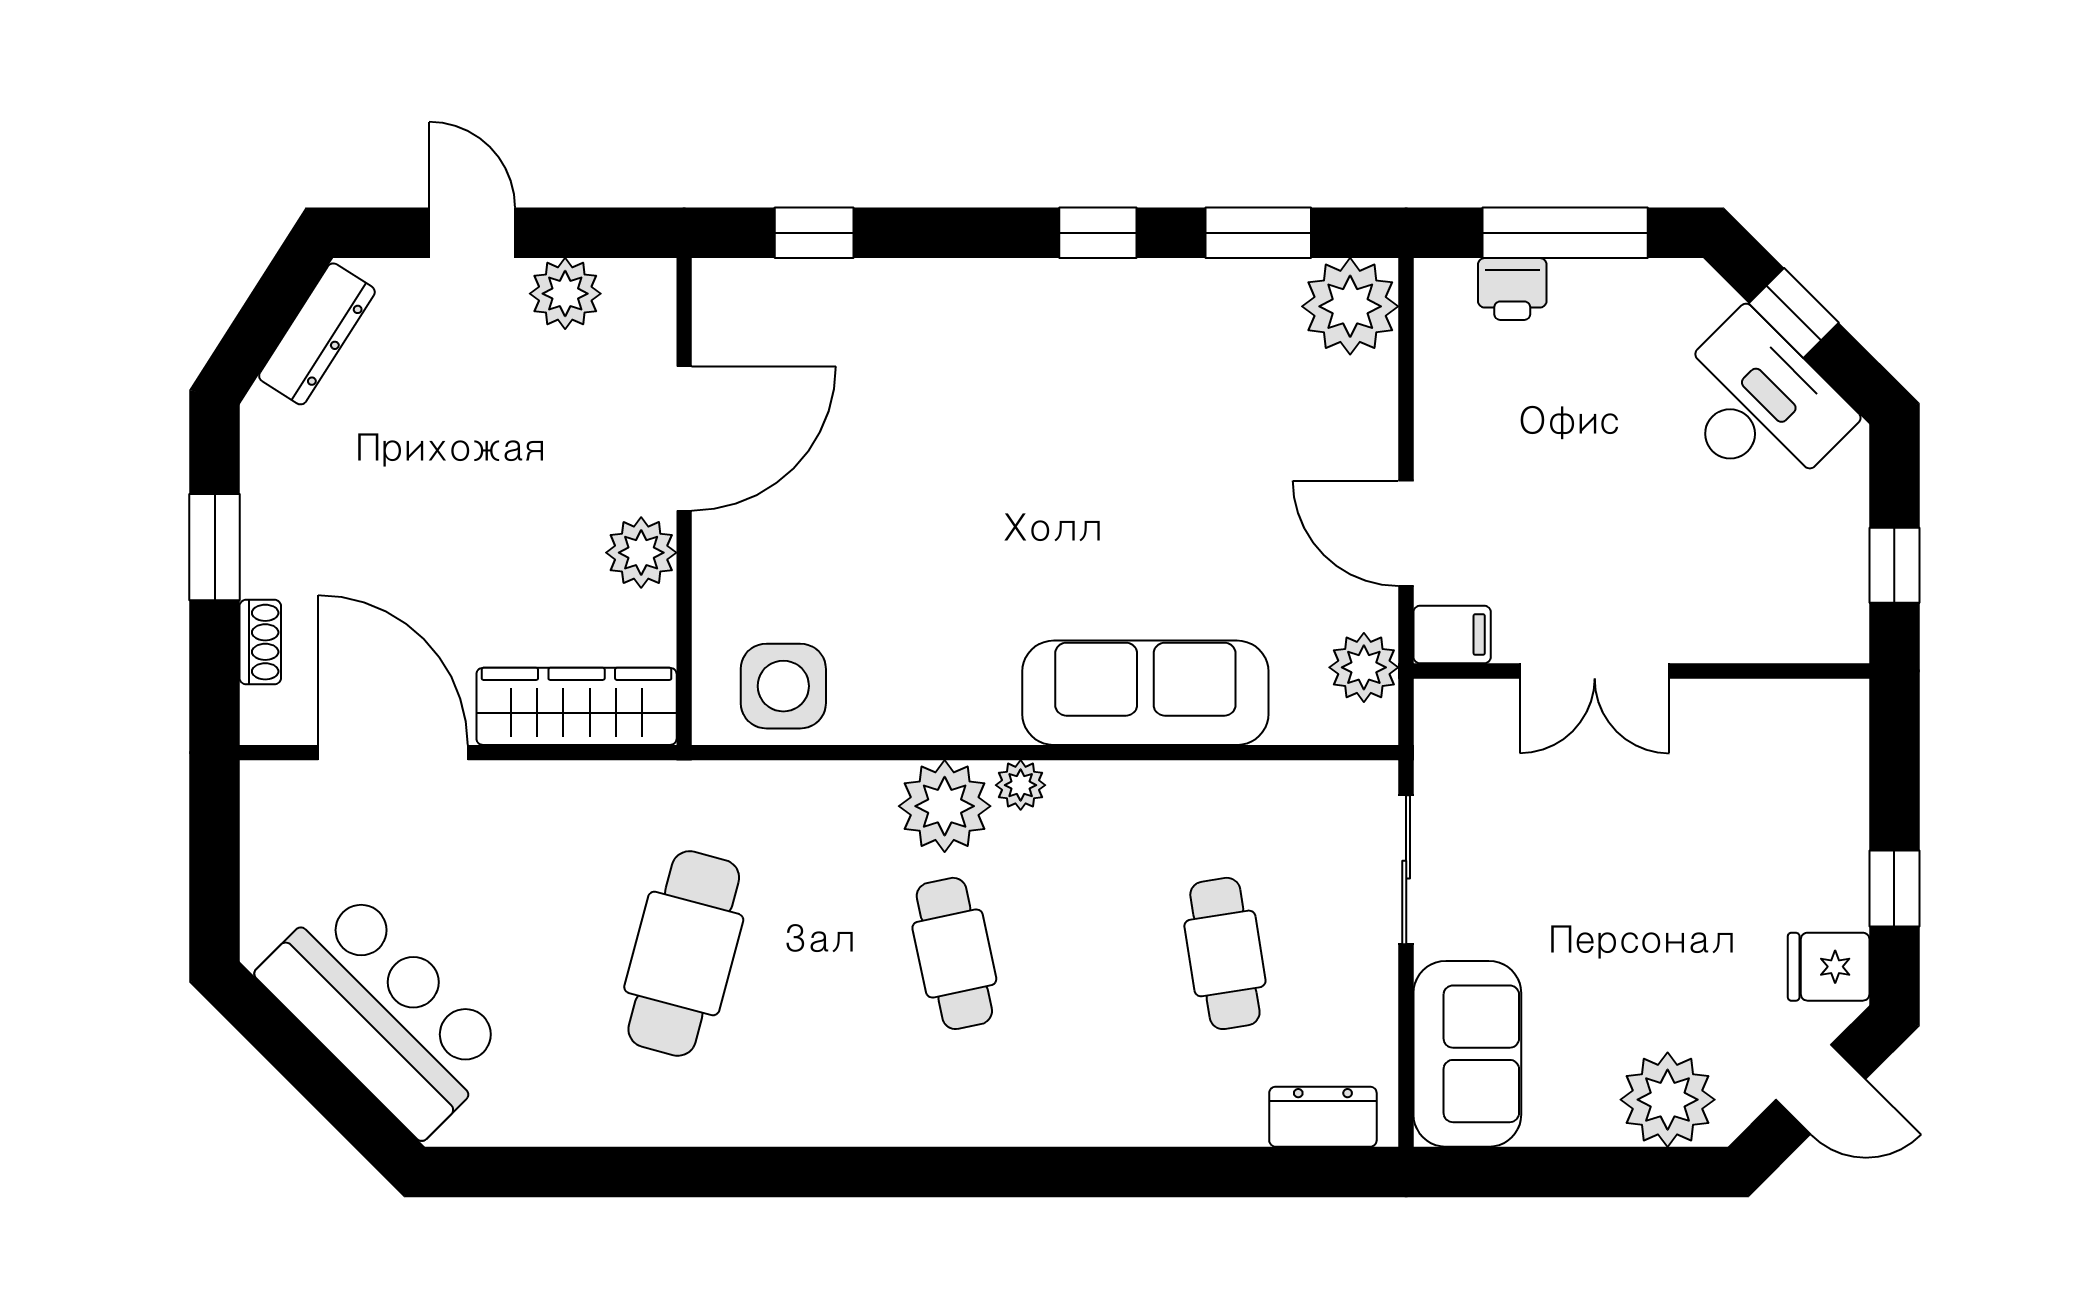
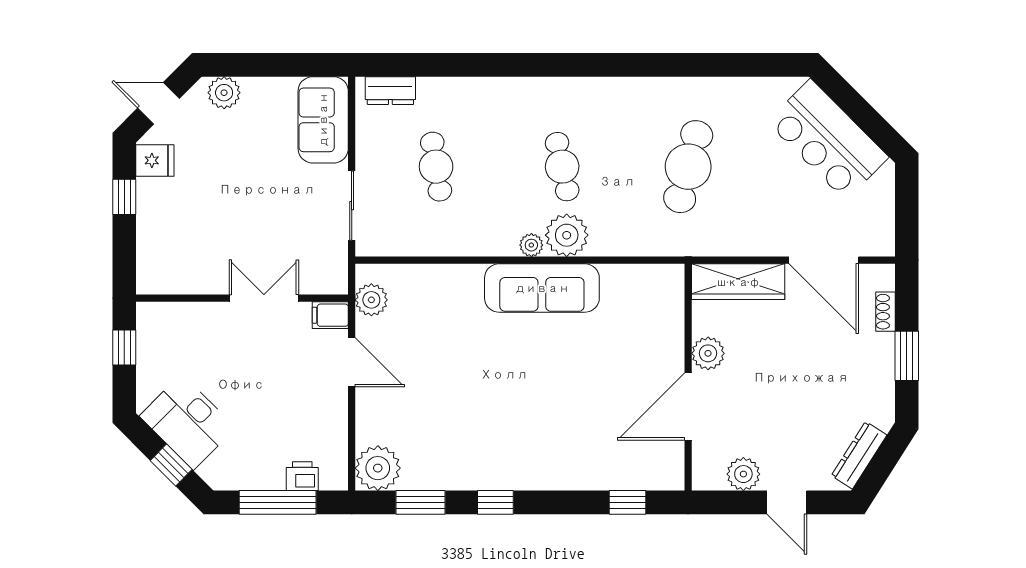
side table: (783, 686) -> (642, 291), removed
sofa: (1145, 693) -> (542, 288), moved
plant: (1668, 1100) -> (224, 93), width x0.73, depth x0.73

